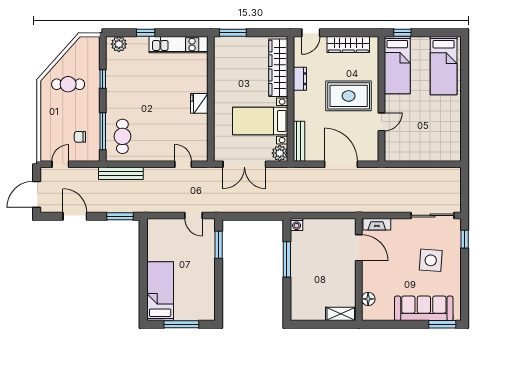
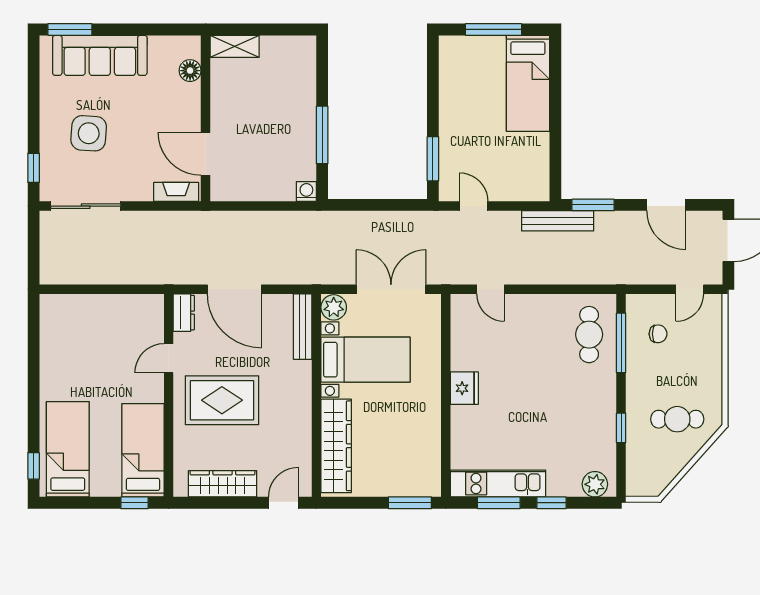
window: (178, 33) -> (499, 503), added
window: (465, 56) -> (34, 466), added
dresser: (300, 79) -> (184, 313), moved, turned 180
bench: (121, 173) -> (558, 221), moved

